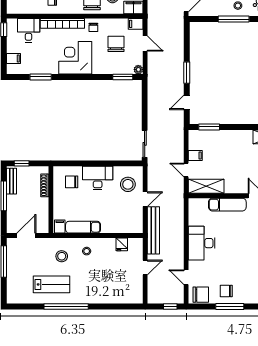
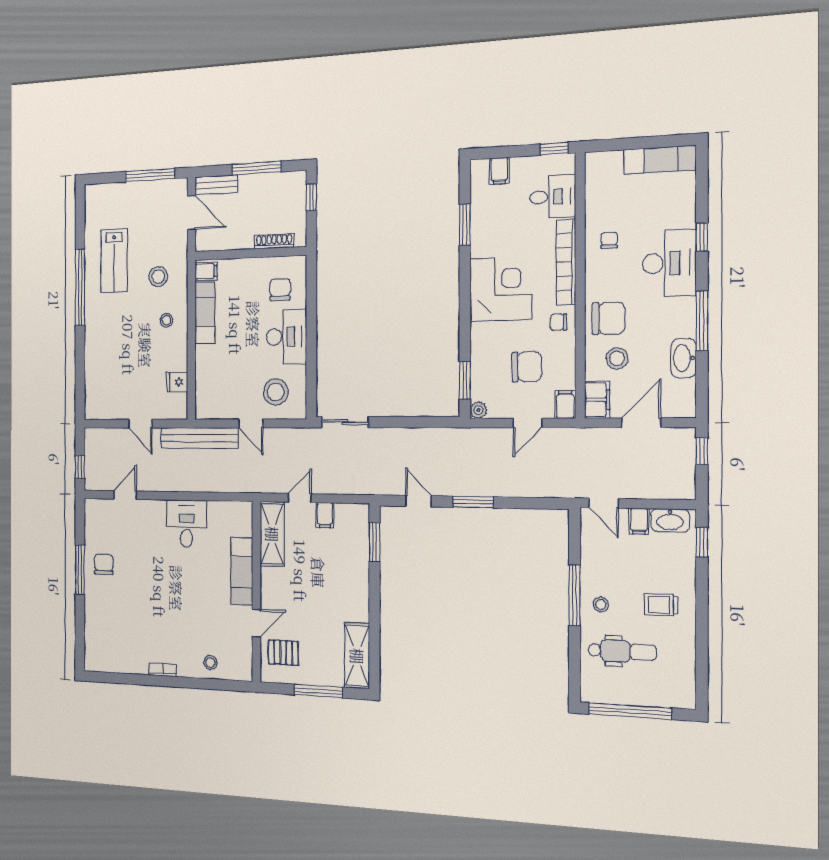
bench: (12, 181) -> (216, 185), moved
desk: (202, 243) -> (186, 524), width x0.73
chair: (201, 295) -> (98, 520), removed

